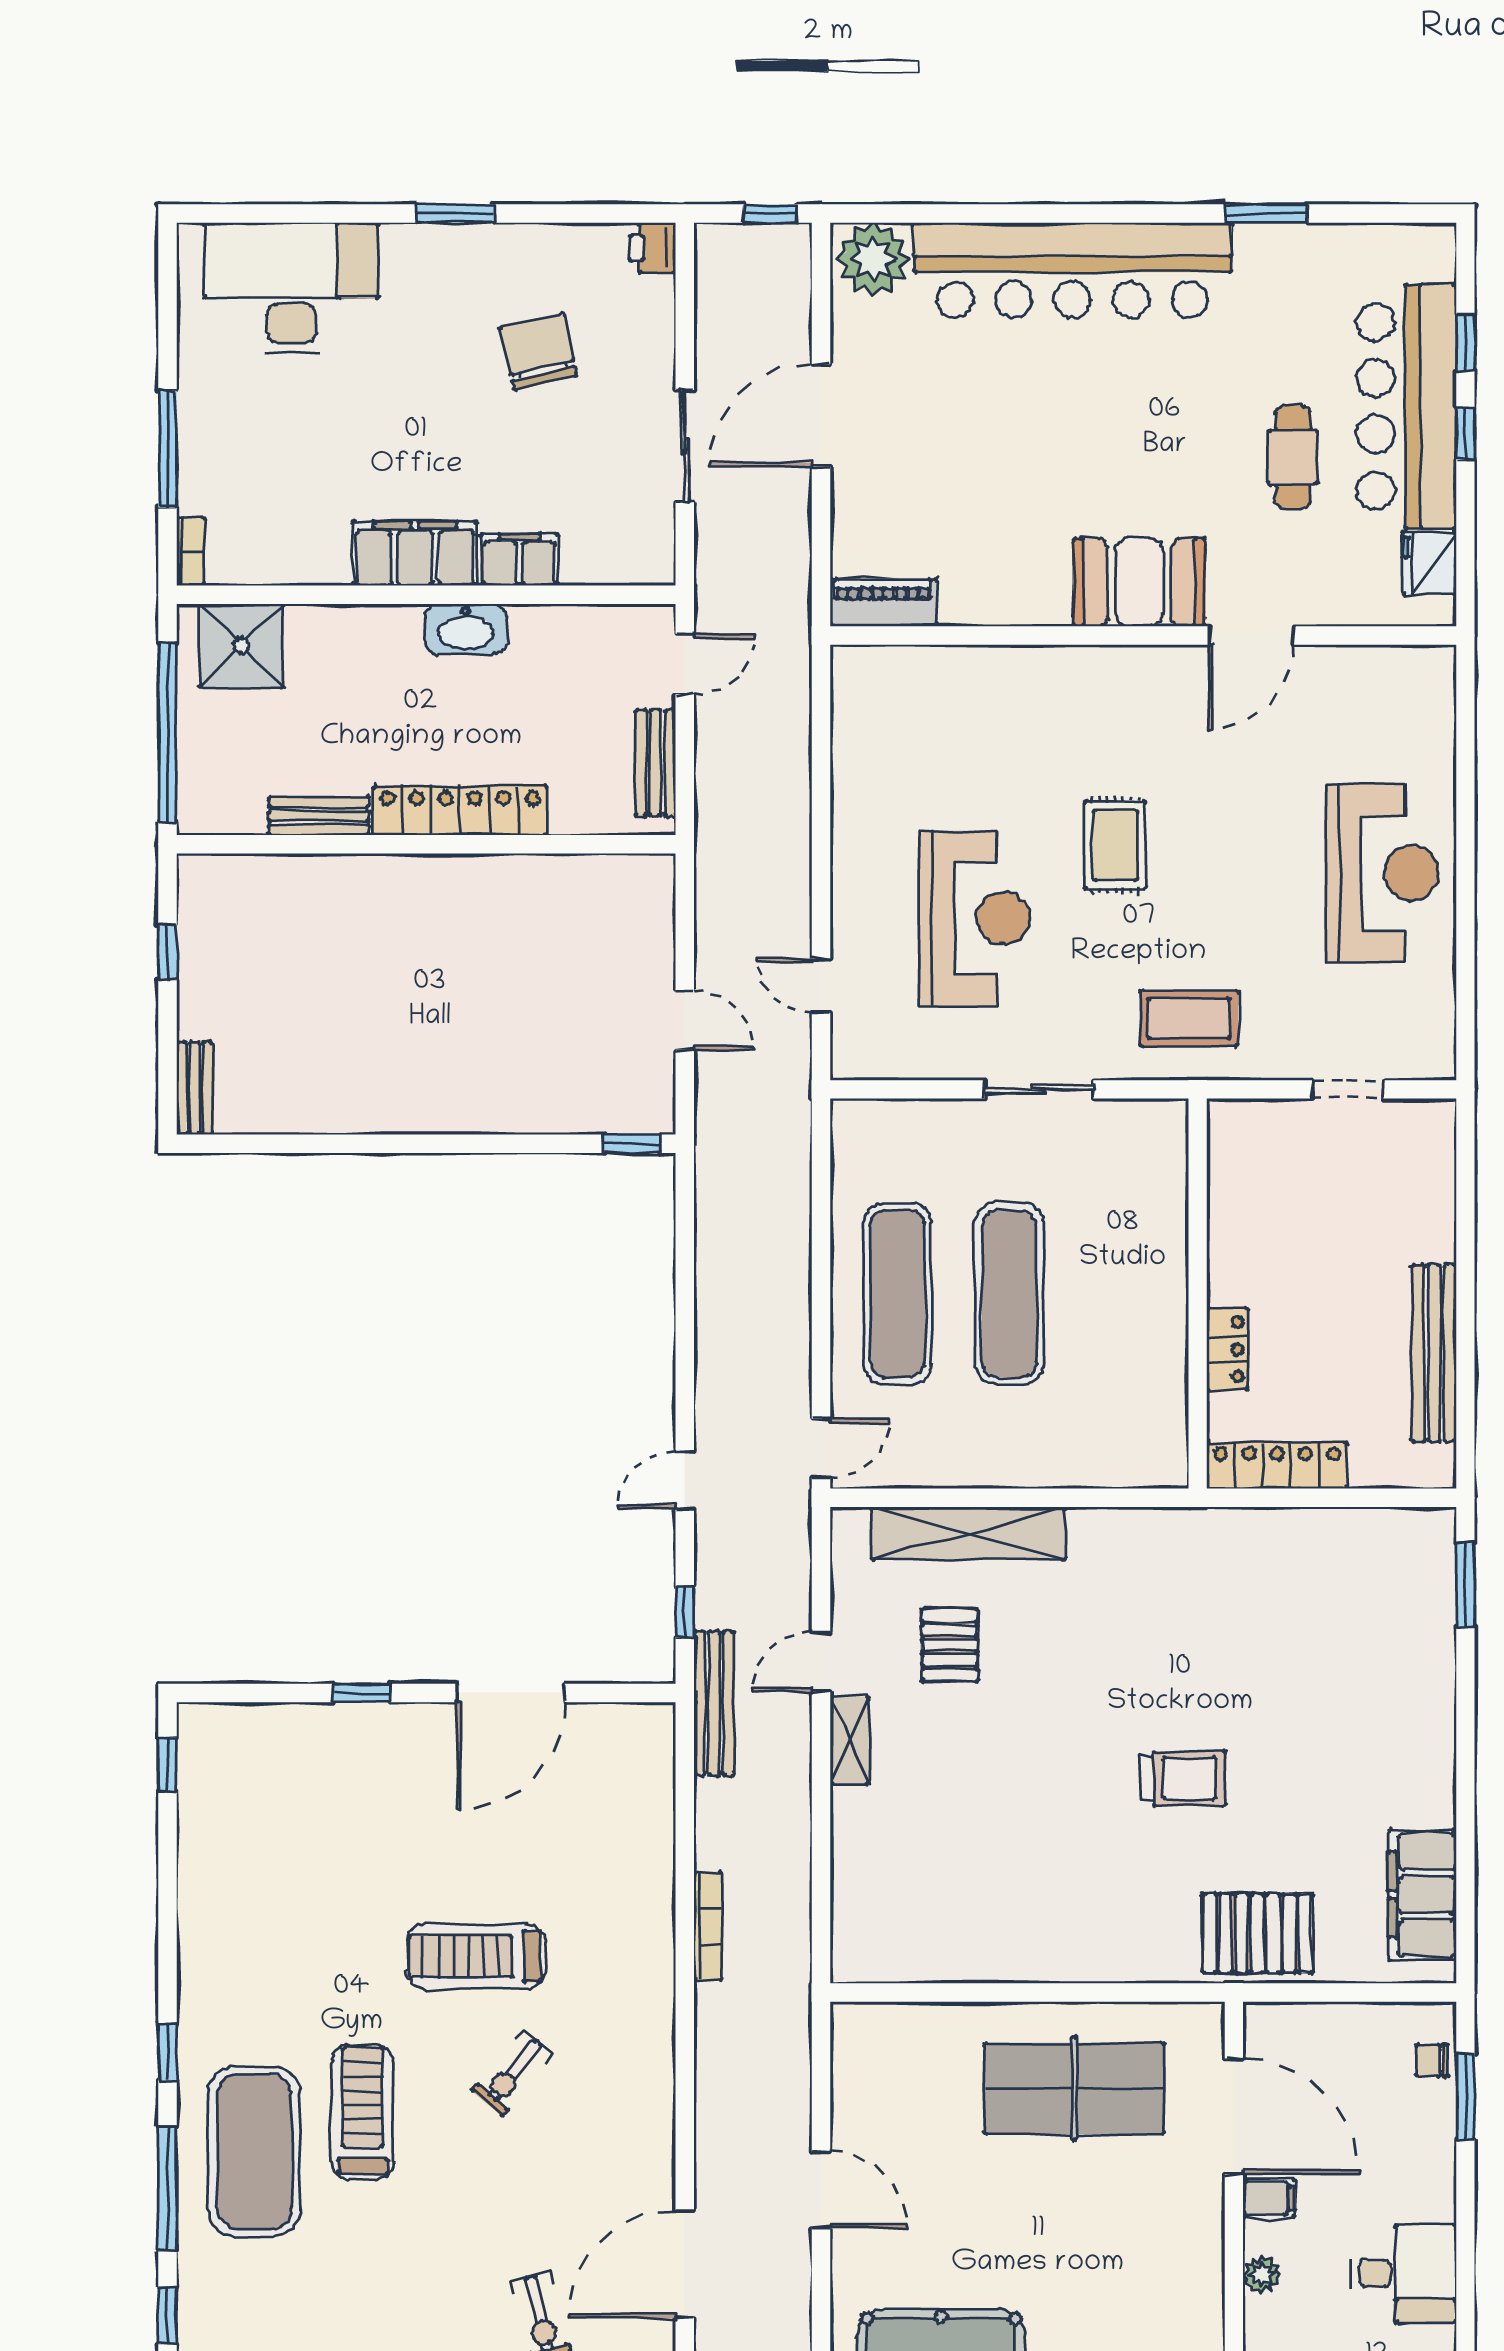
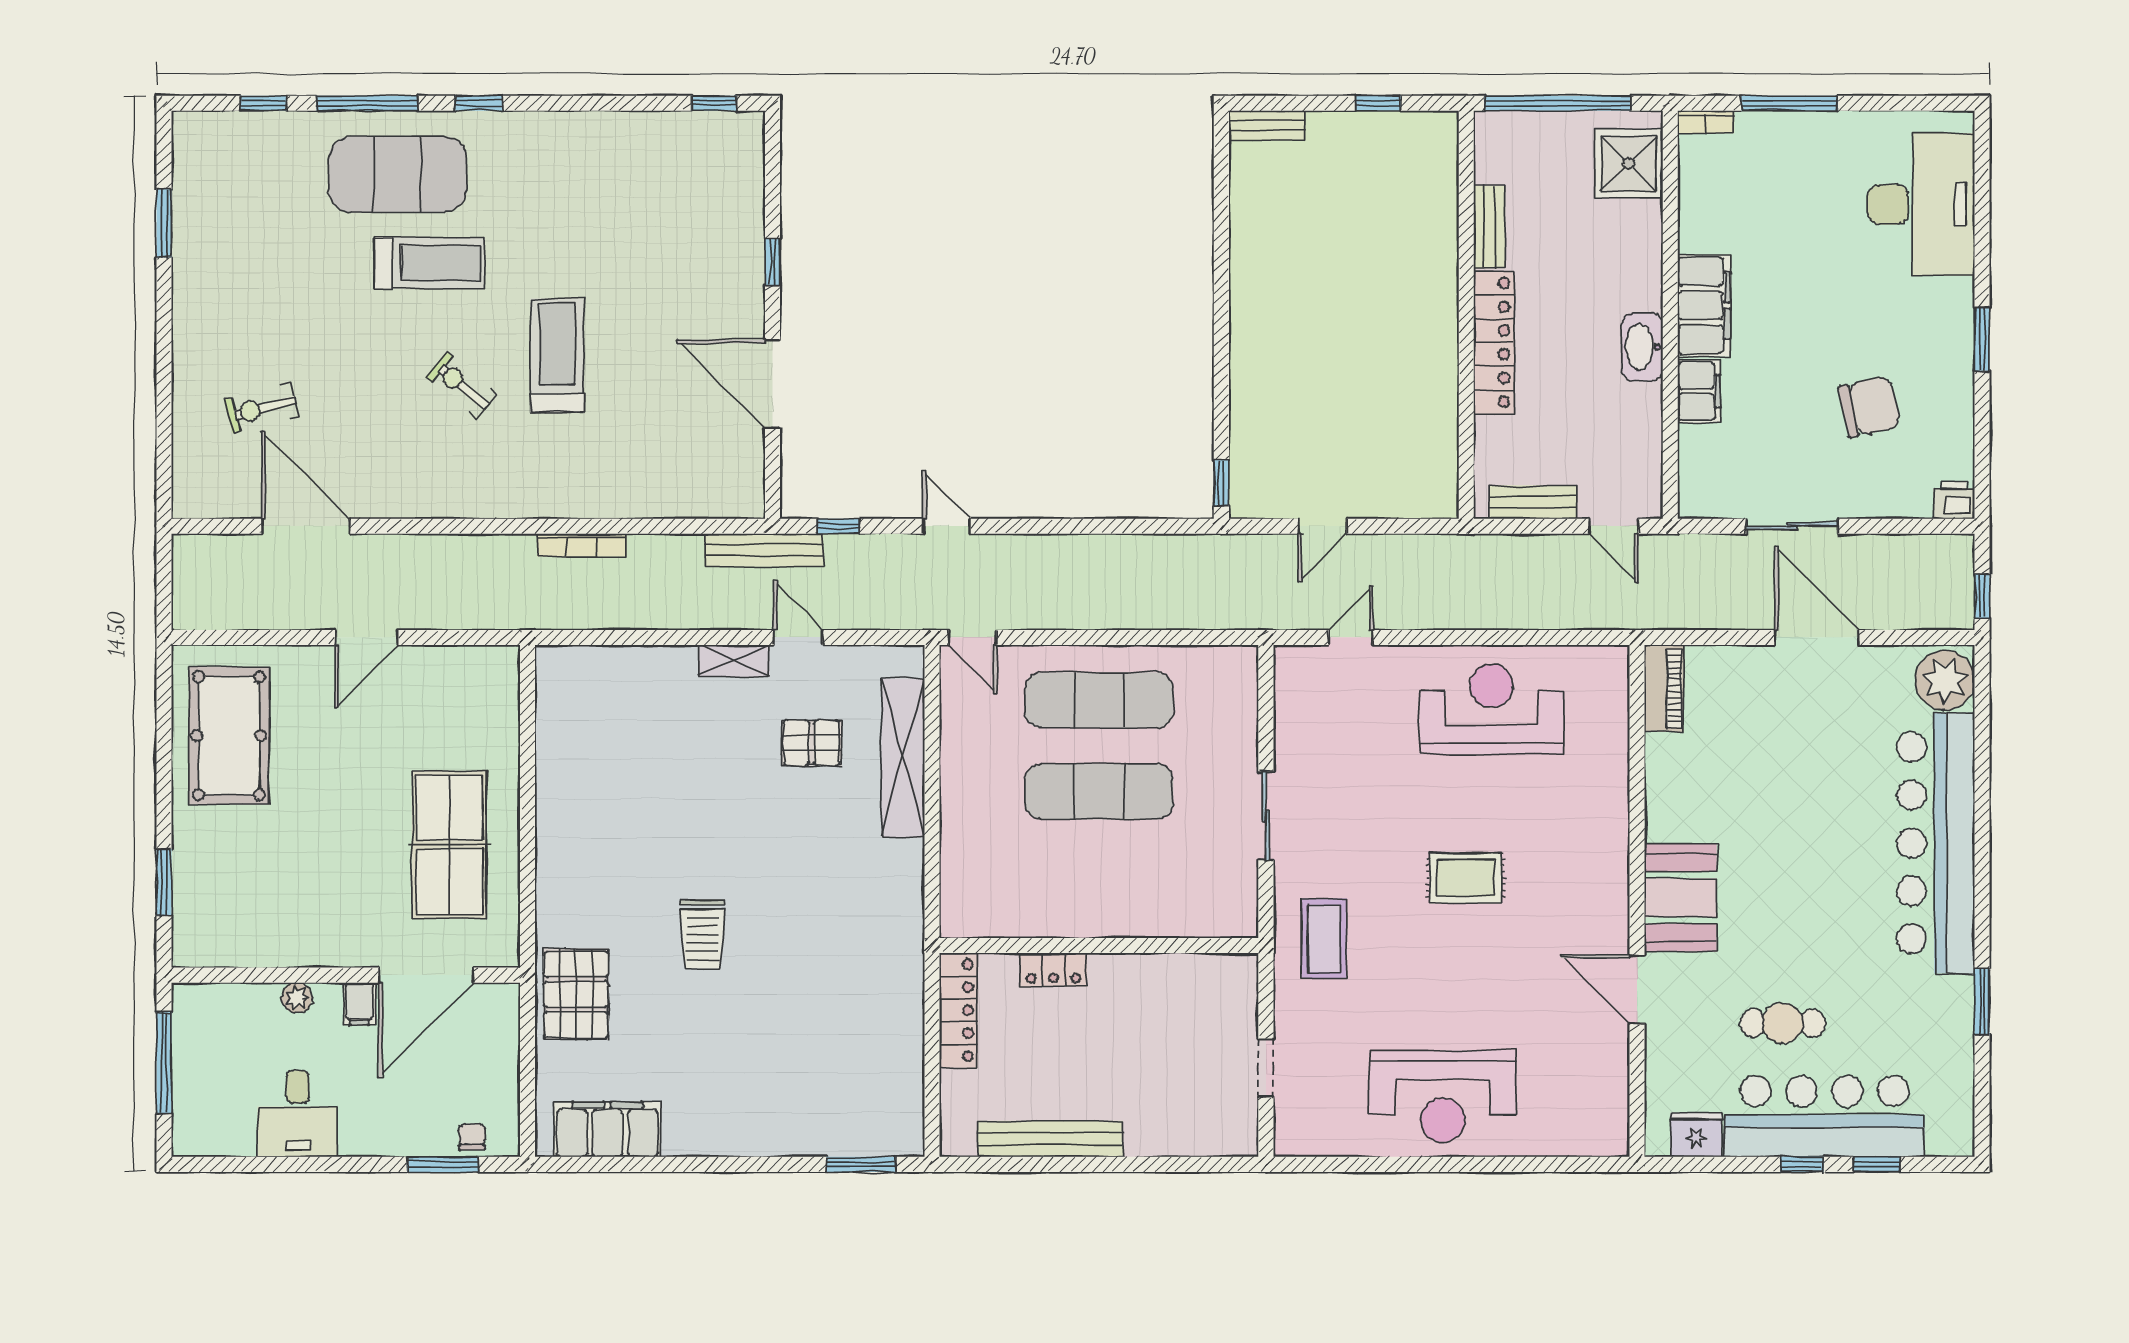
reception desk: (974, 918) -> (1492, 709), moved, turned 180

